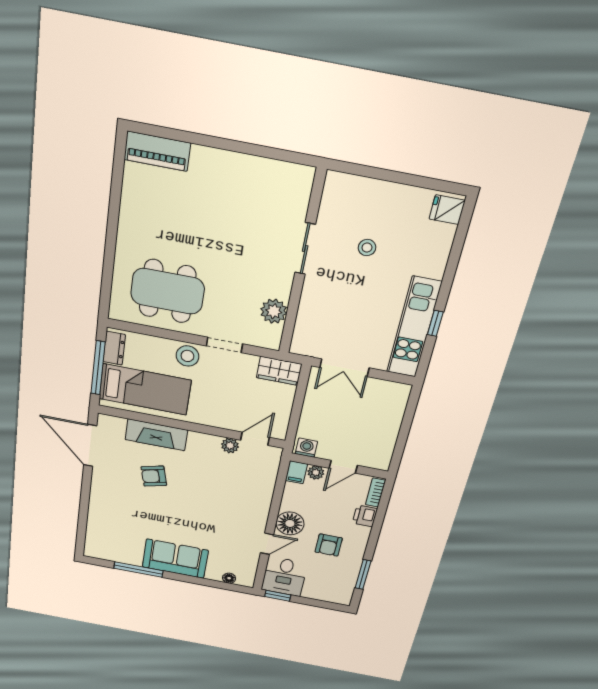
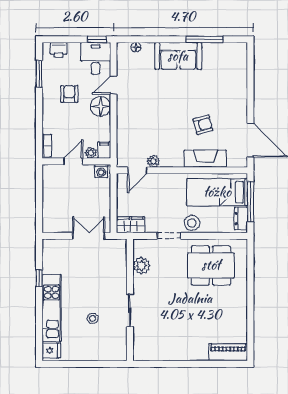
kitchen unit: (414, 328) -> (52, 308), moved
printer: (365, 516) -> (59, 50), moved, turned 90

